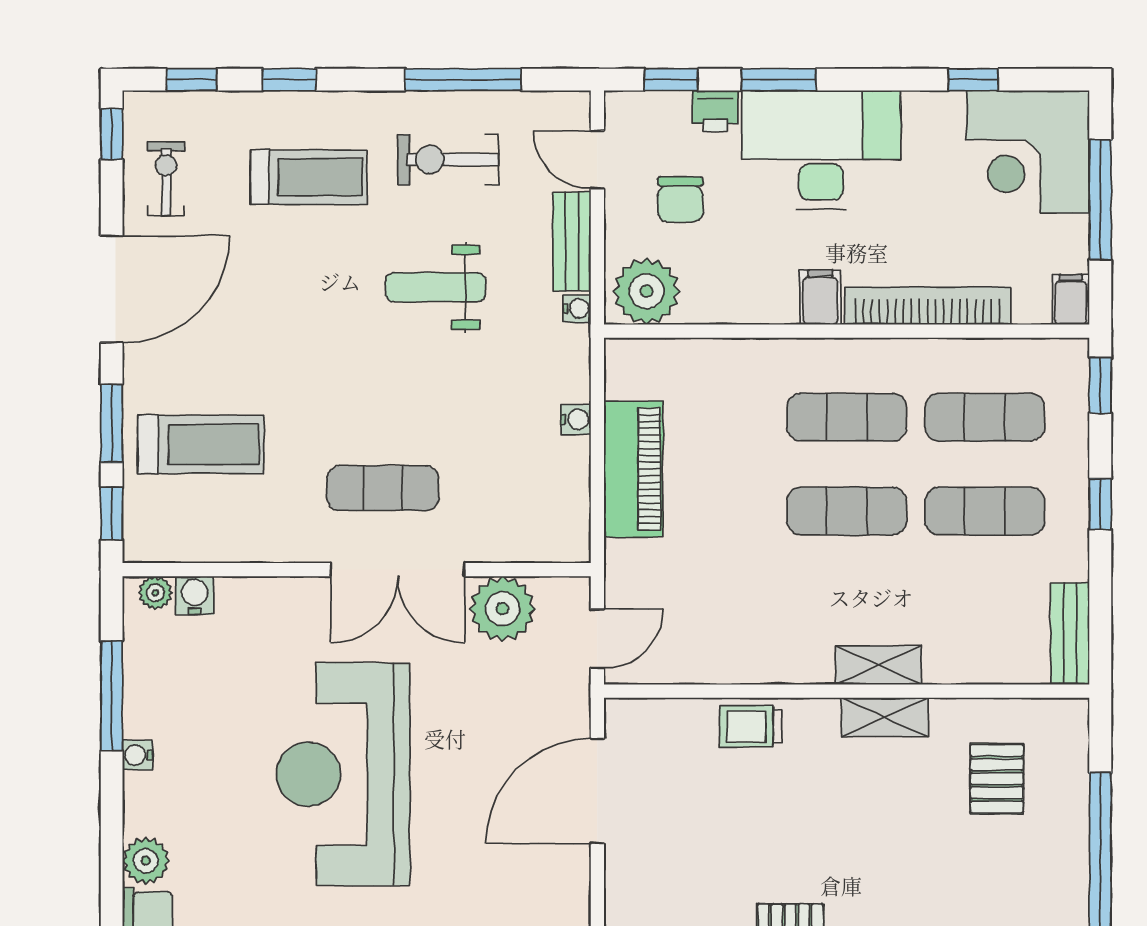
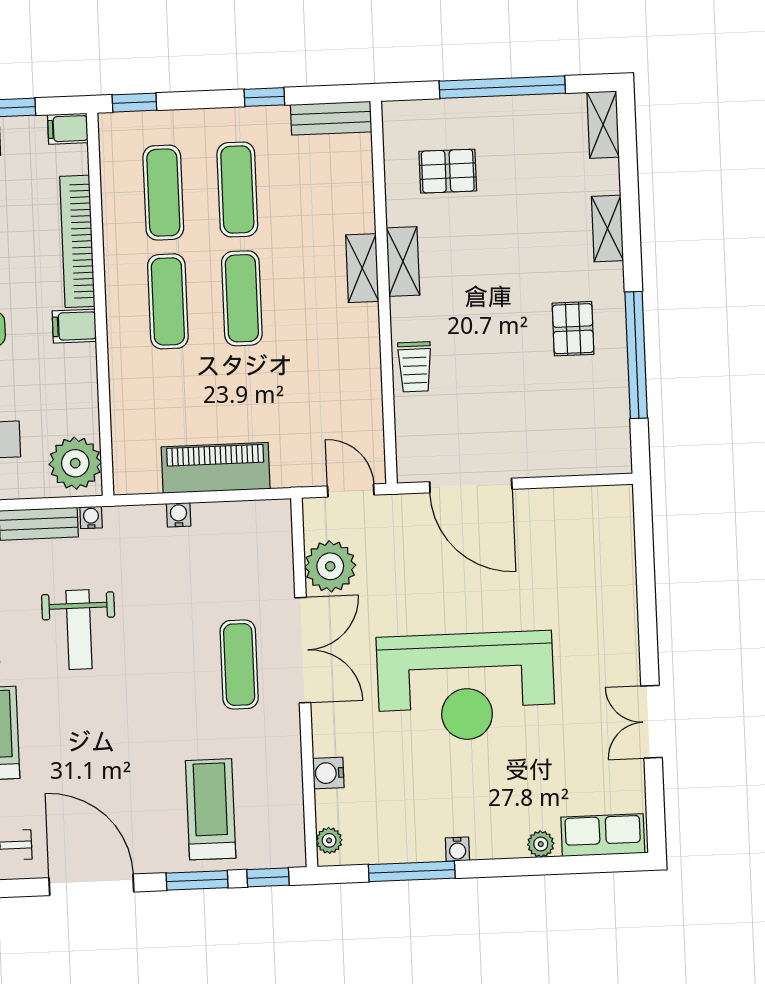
window: (1100, 504) -> (264, 97), moved
water cooler: (195, 595) -> (328, 773), moved
plant: (146, 861) -> (541, 844), width x0.73, depth x0.73

